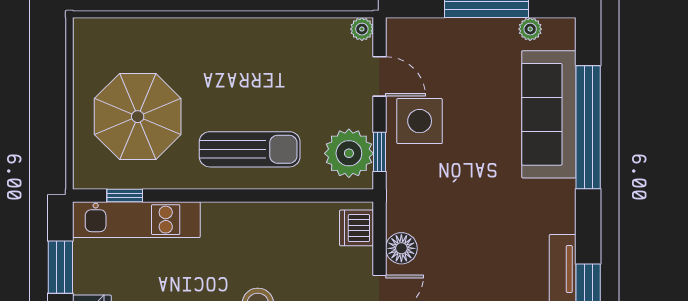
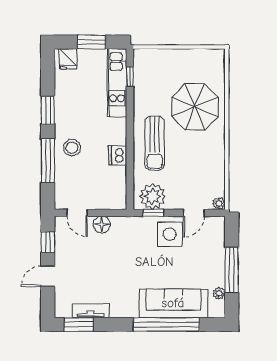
parasol: (138, 117) -> (195, 107), moved
dishwasher: (357, 228) -> (118, 155), moved, turned -90

